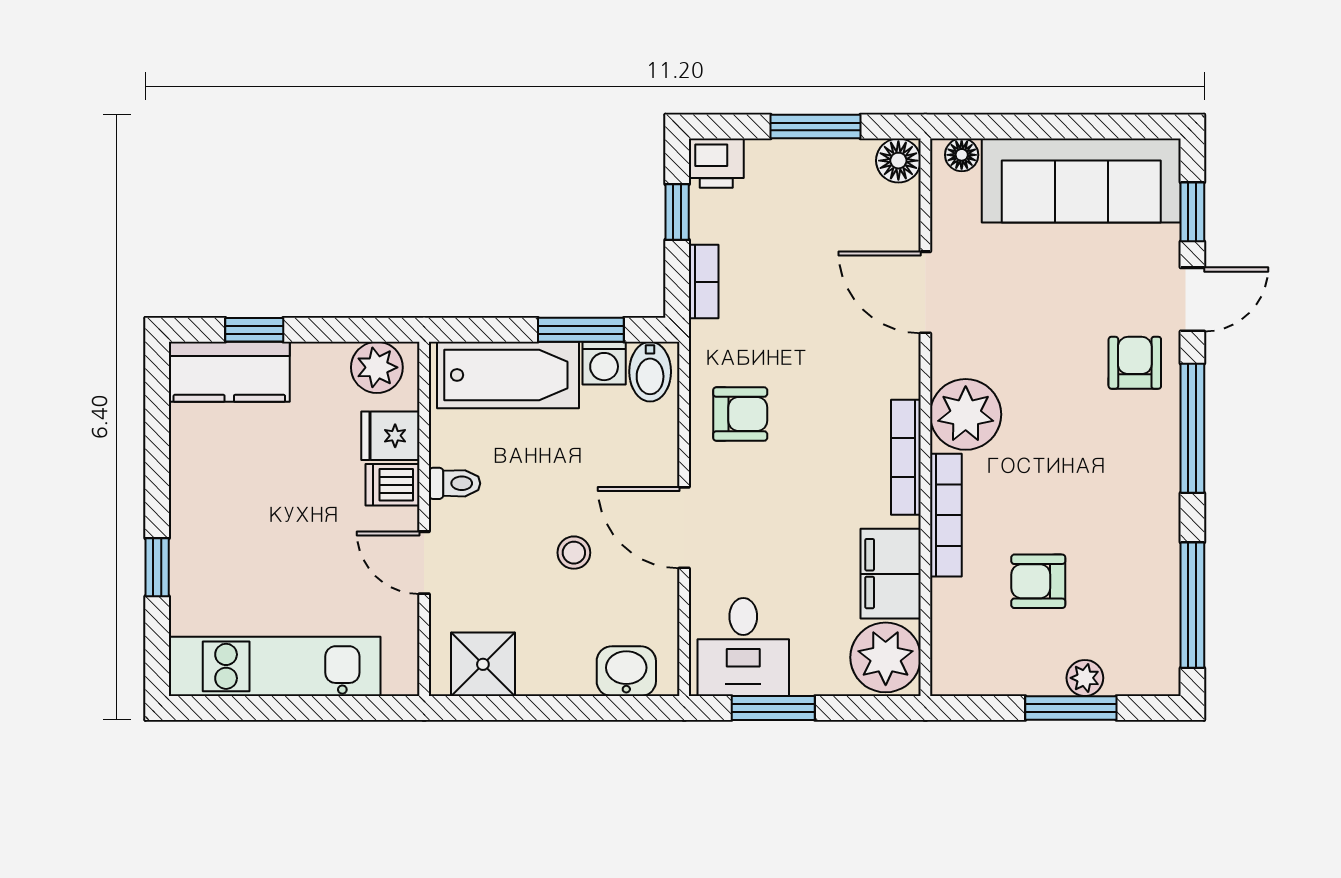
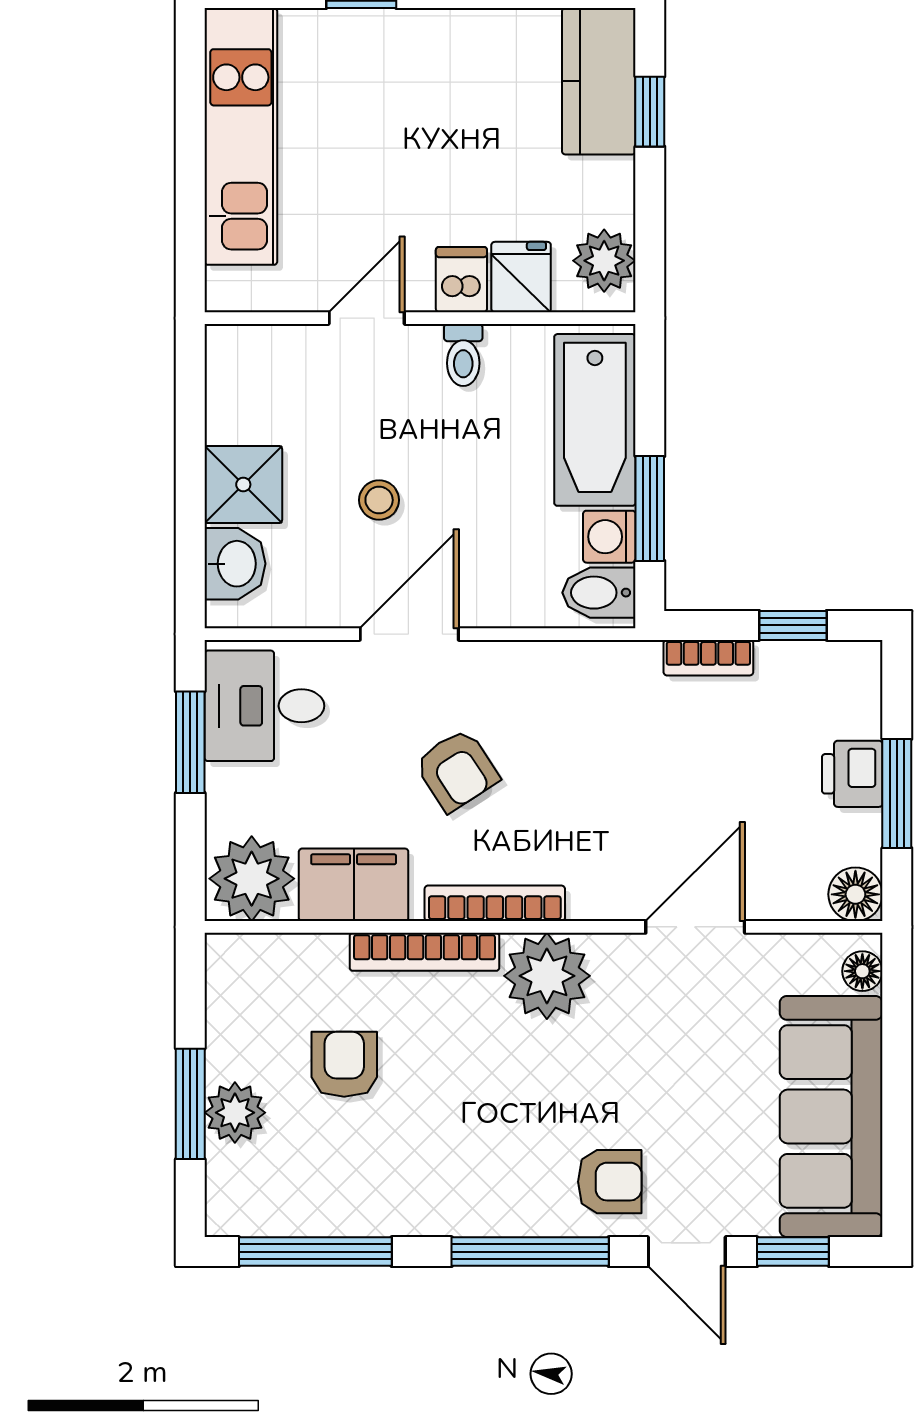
printer: (716, 163) -> (852, 774), moved
armchair: (740, 414) -> (457, 770), moved, turned -33
shower: (483, 664) -> (243, 484), moved
plant: (1085, 678) -> (235, 1113), width x1.38, depth x1.38

